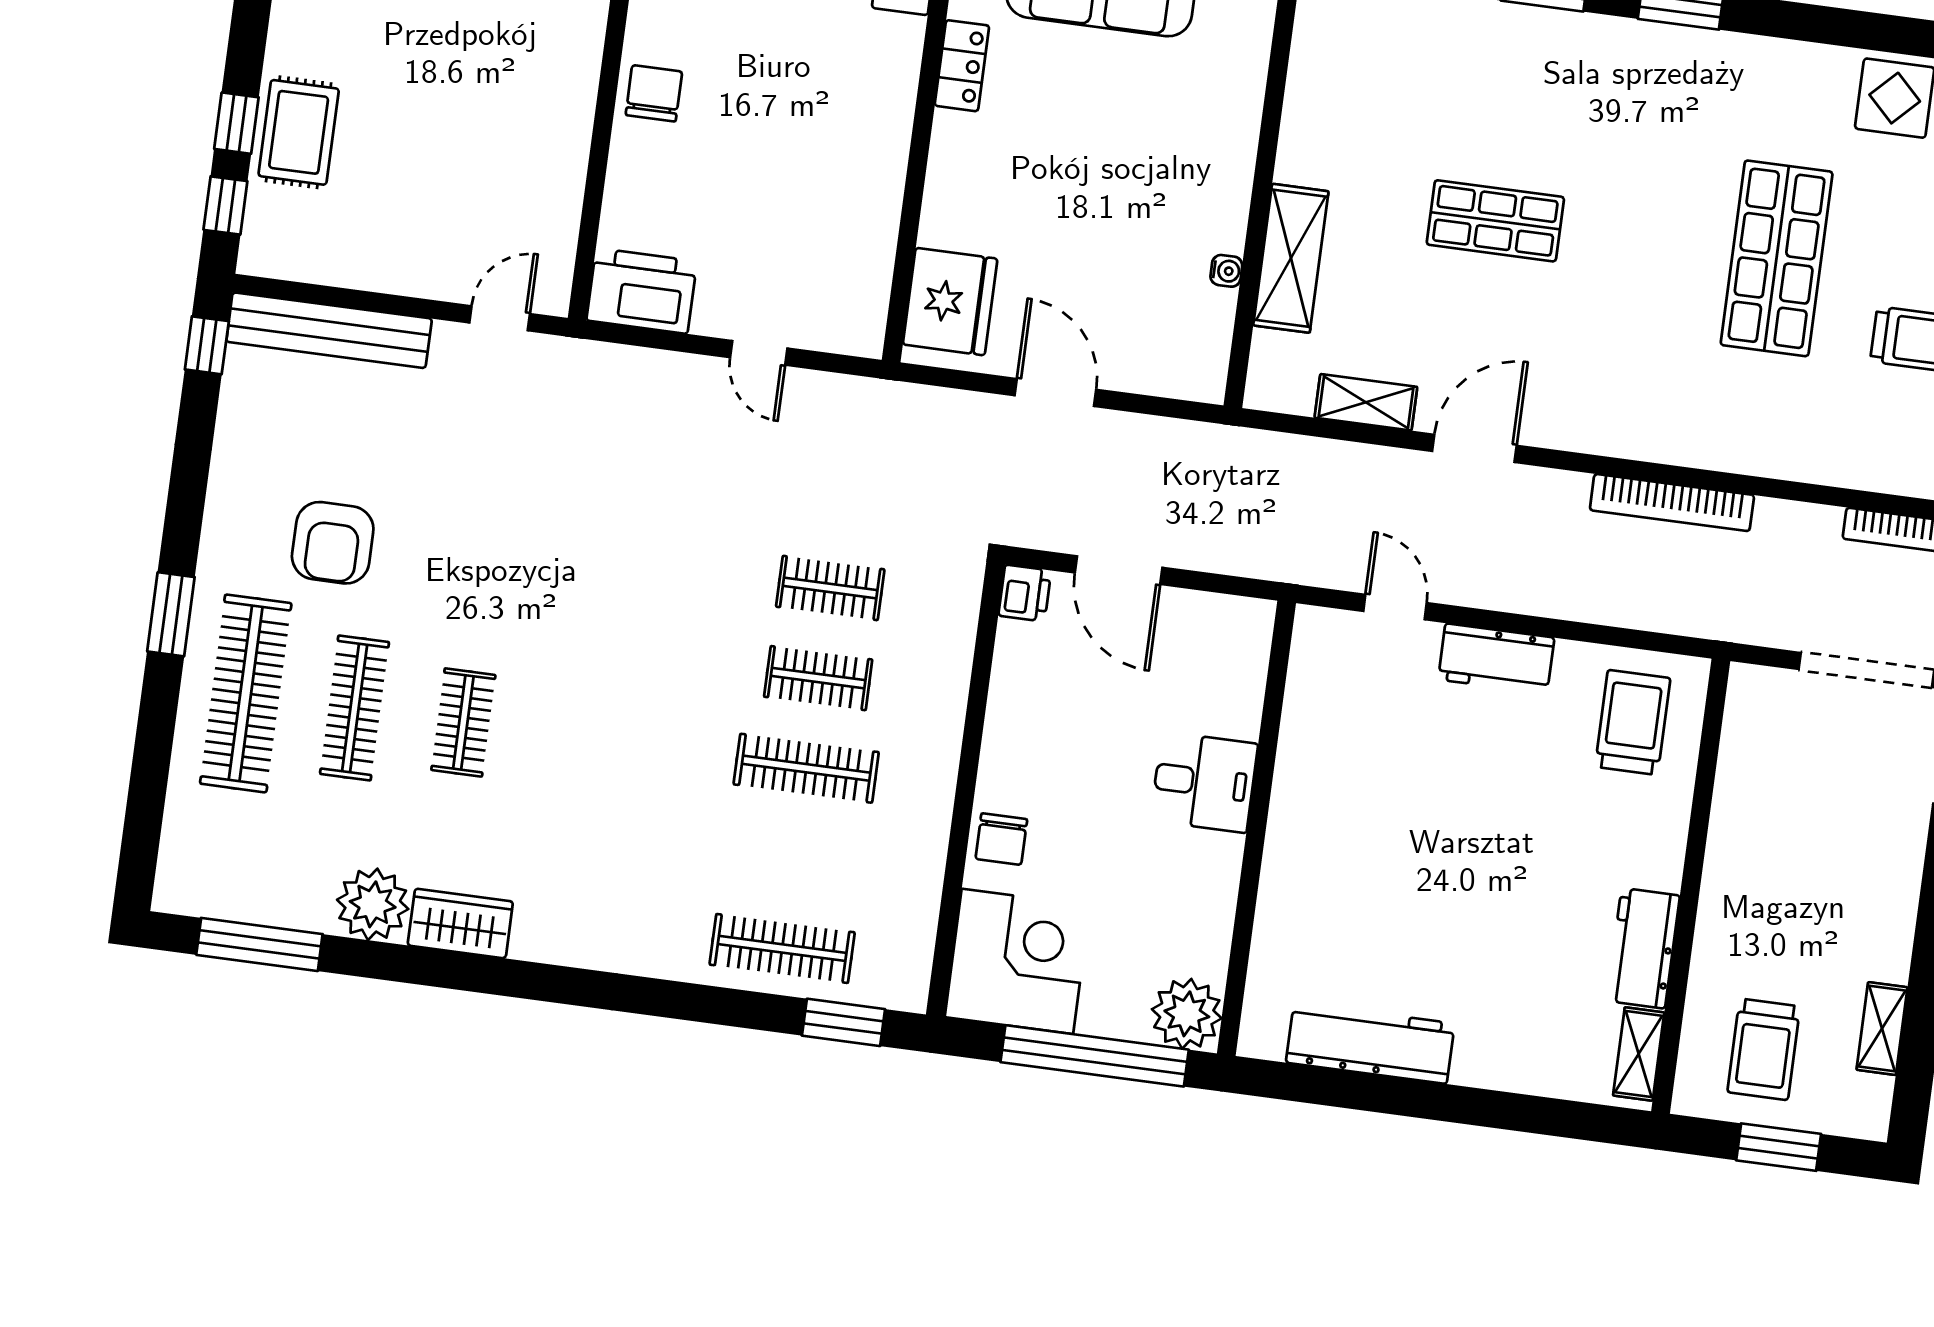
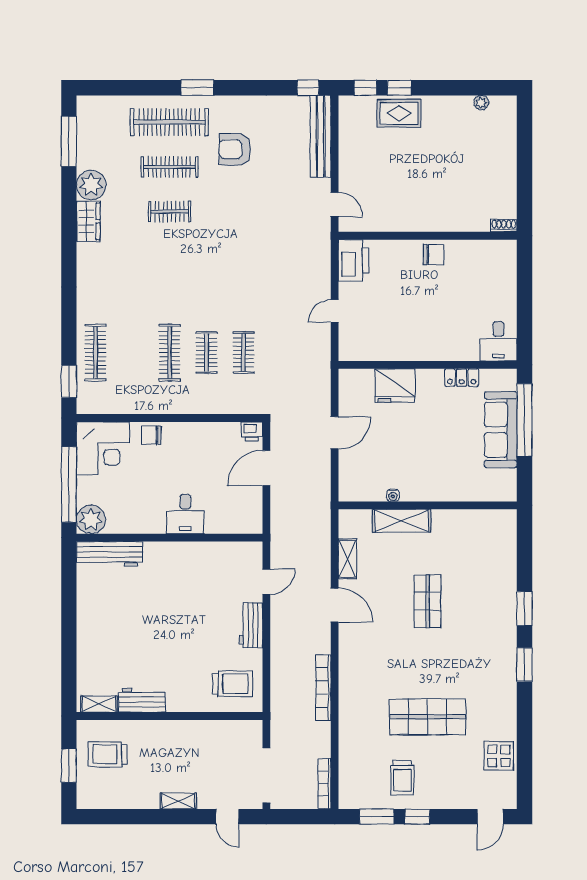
fridge: (950, 302) -> (395, 386), moved
shelving: (1882, 1029) -> (178, 801), moved
workbench: (1370, 1043) -> (110, 554), moved, turned 90

